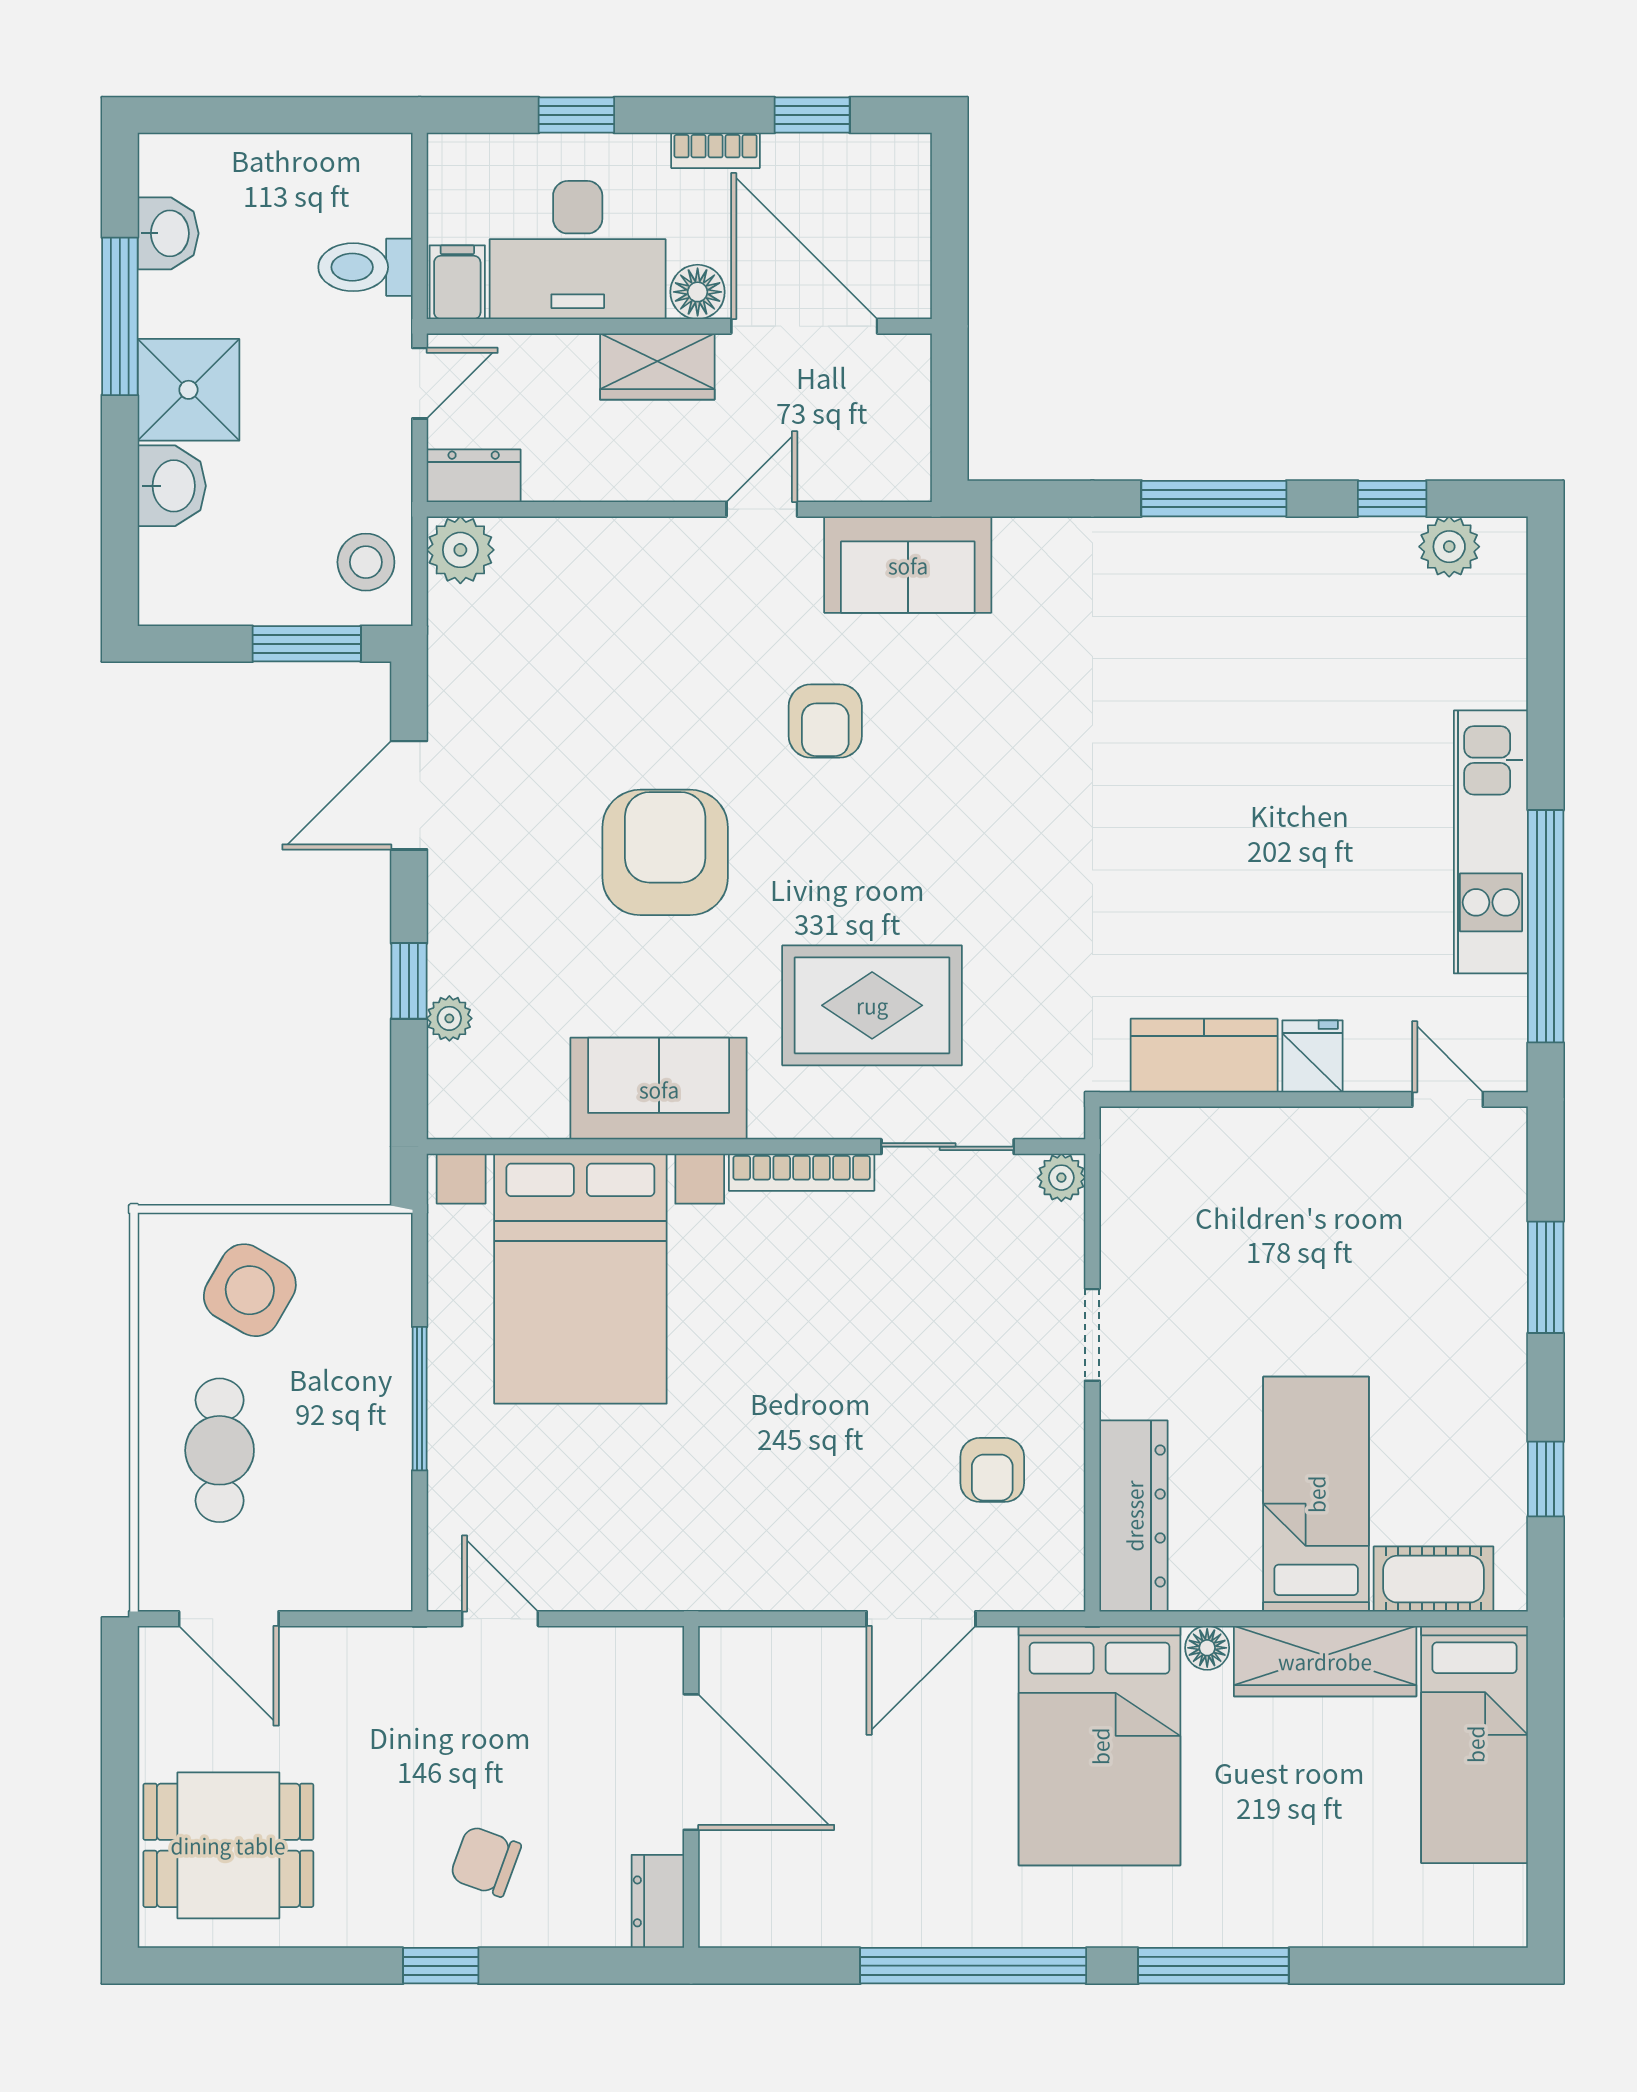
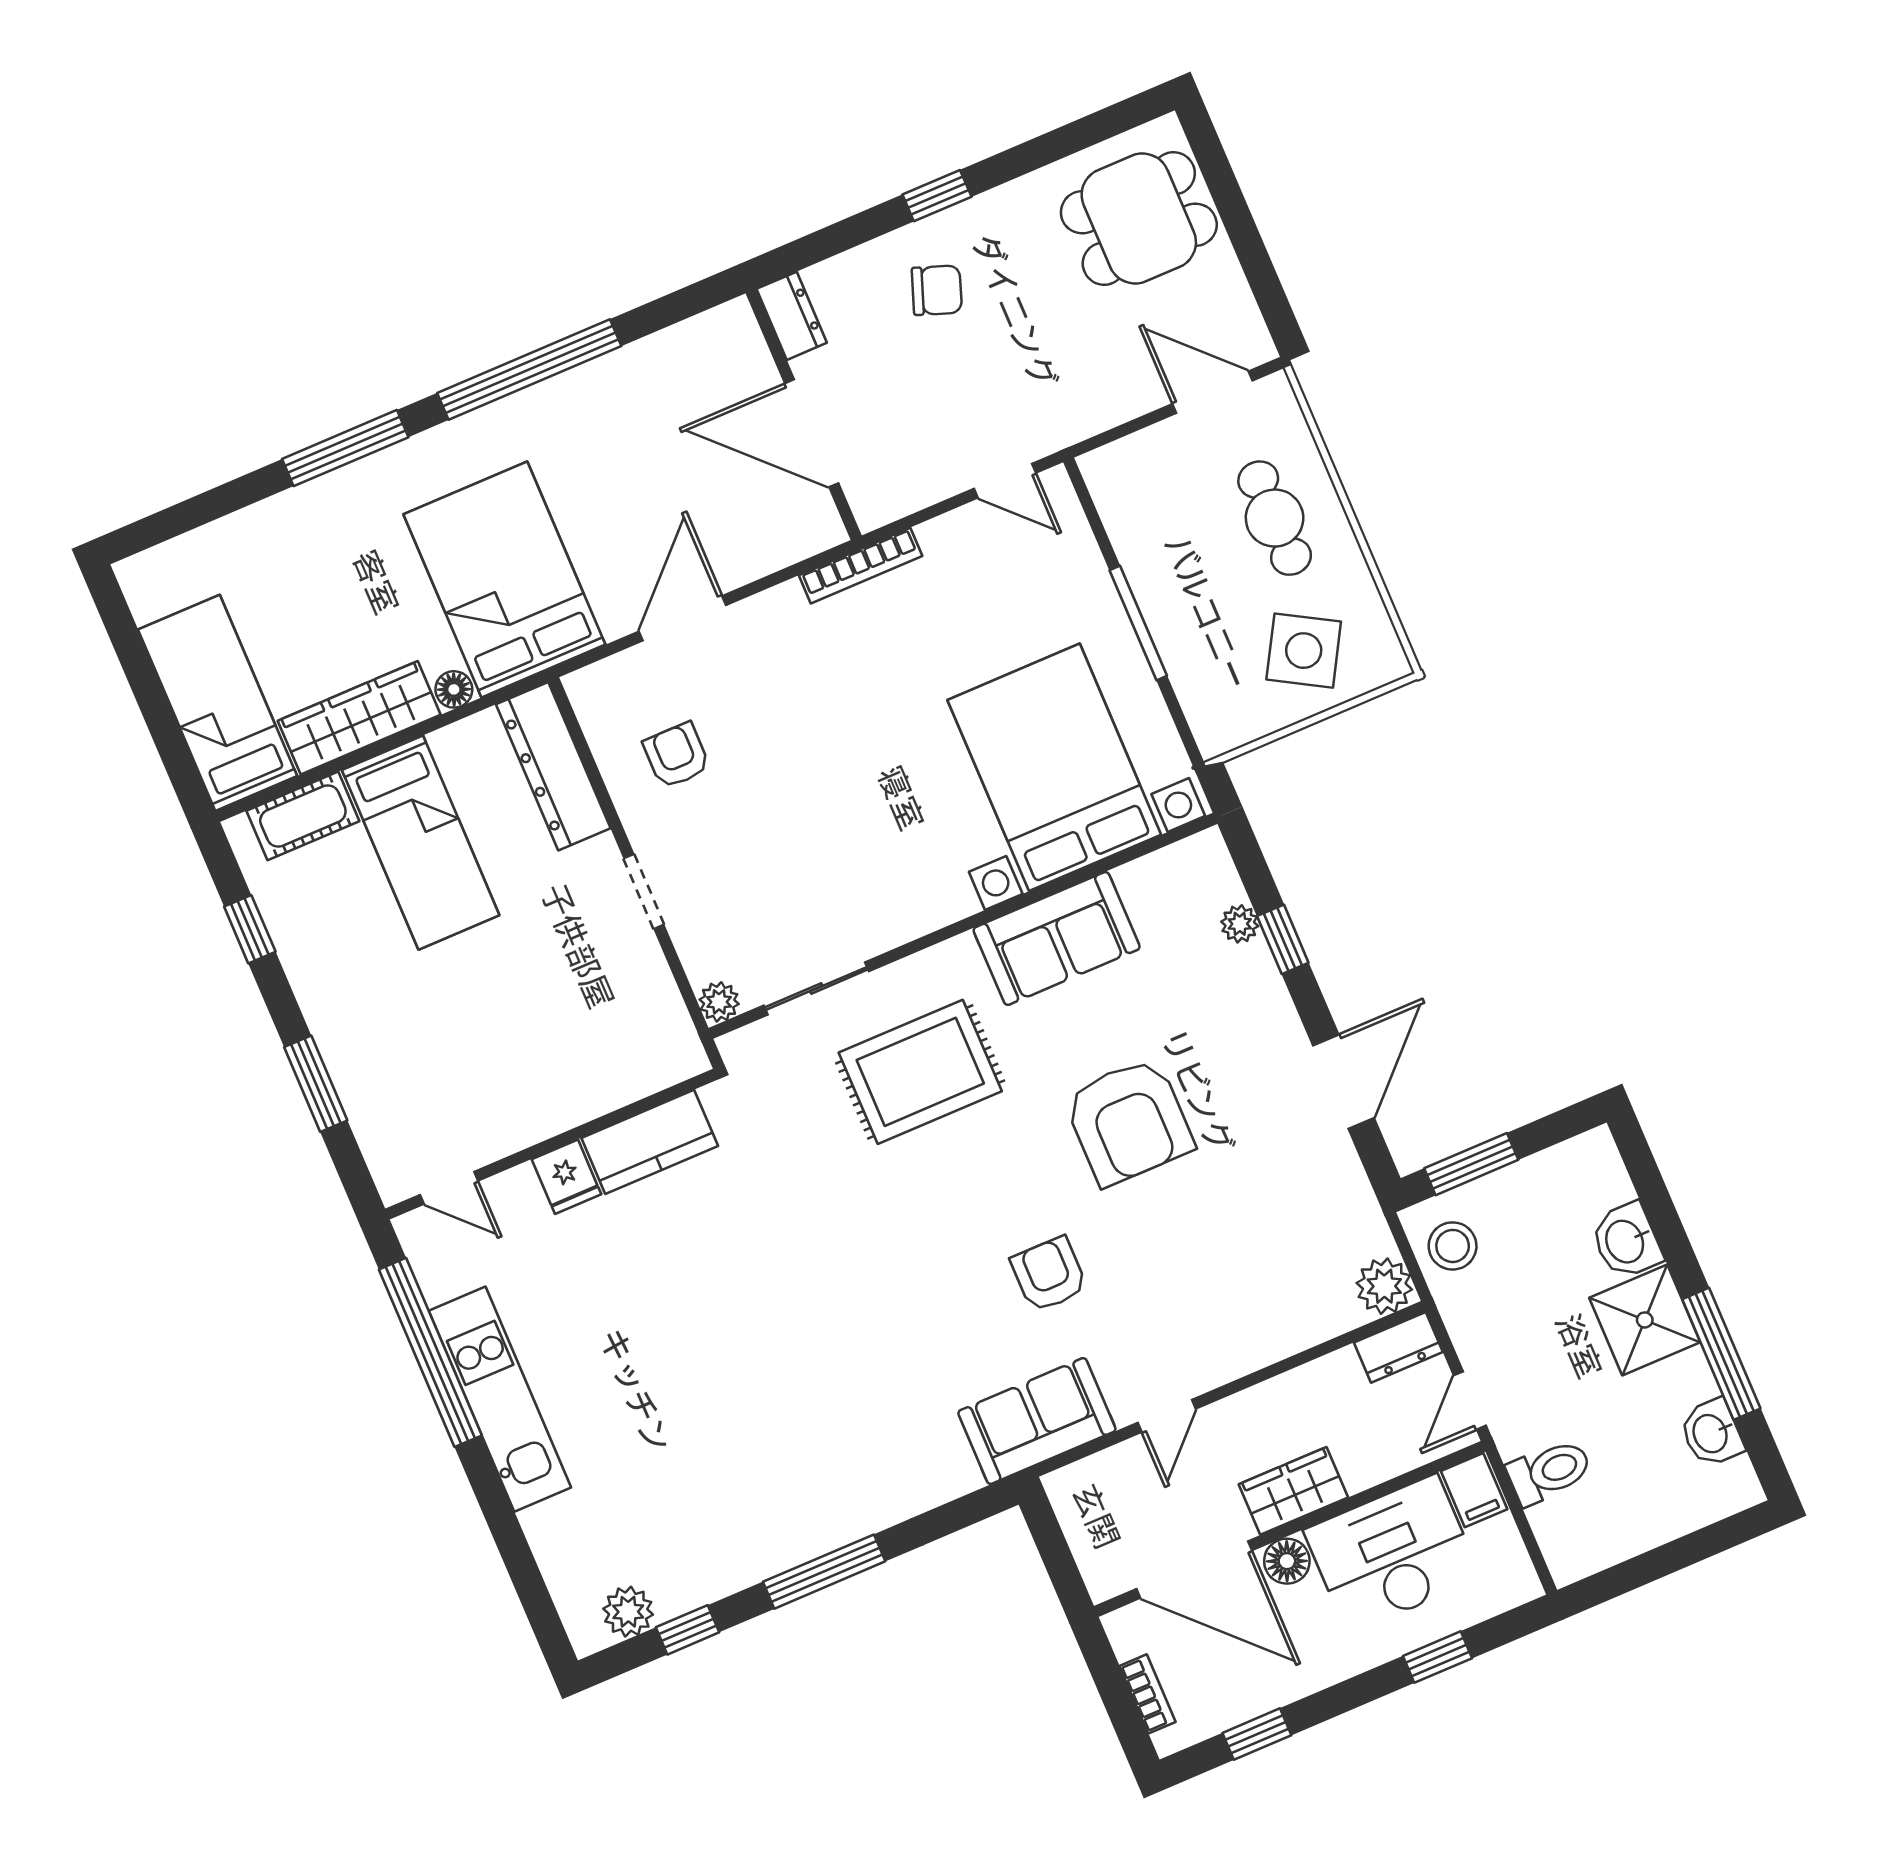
bookcase: (716, 150) -> (1148, 1694), moved, turned 90
bookcase: (802, 1172) -> (861, 566), moved, turned 180

